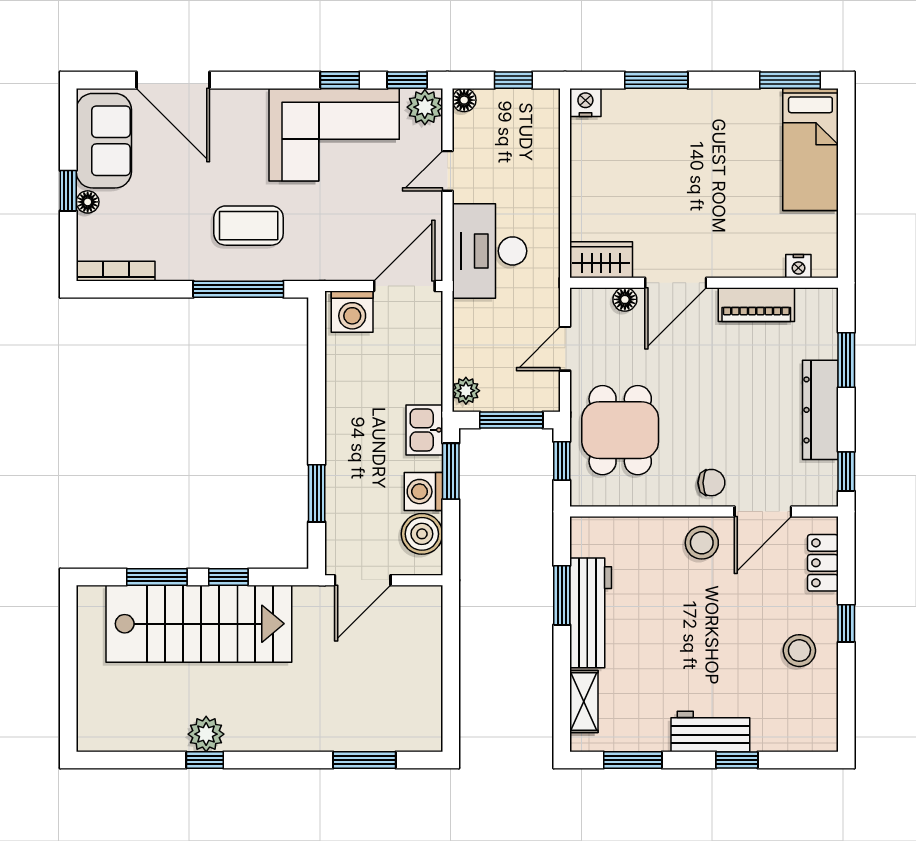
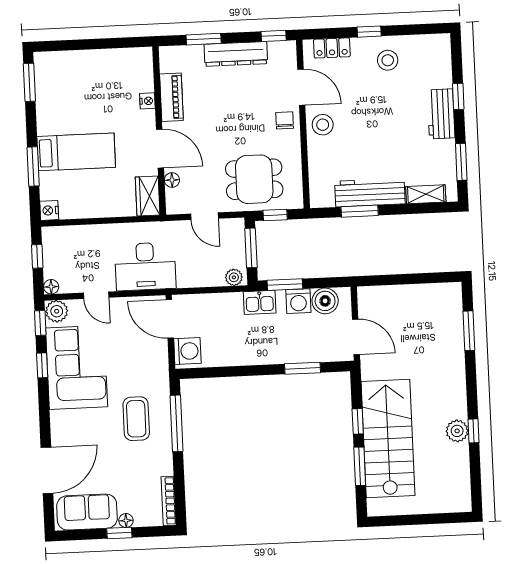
bed: (810, 149) -> (76, 152), moved
nightstand: (798, 266) -> (147, 101), moved

